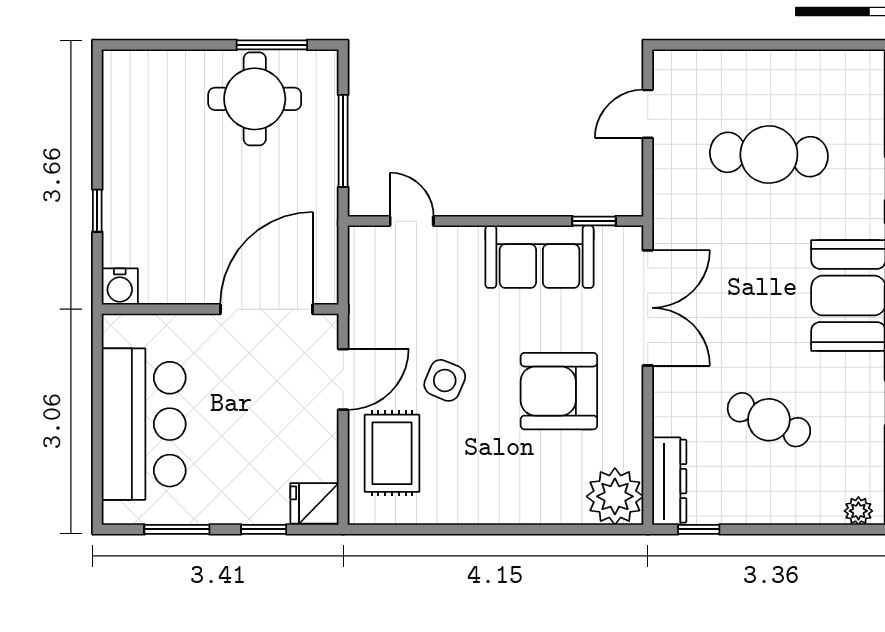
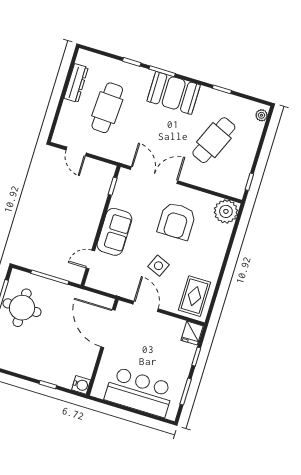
sofa: (539, 257) -> (114, 232), moved
cafe table: (769, 420) -> (214, 140), width x1.37, depth x1.35
rug: (392, 453) -> (194, 296), moved, turned 90
dresser: (669, 481) -> (76, 83), moved, turned 90

